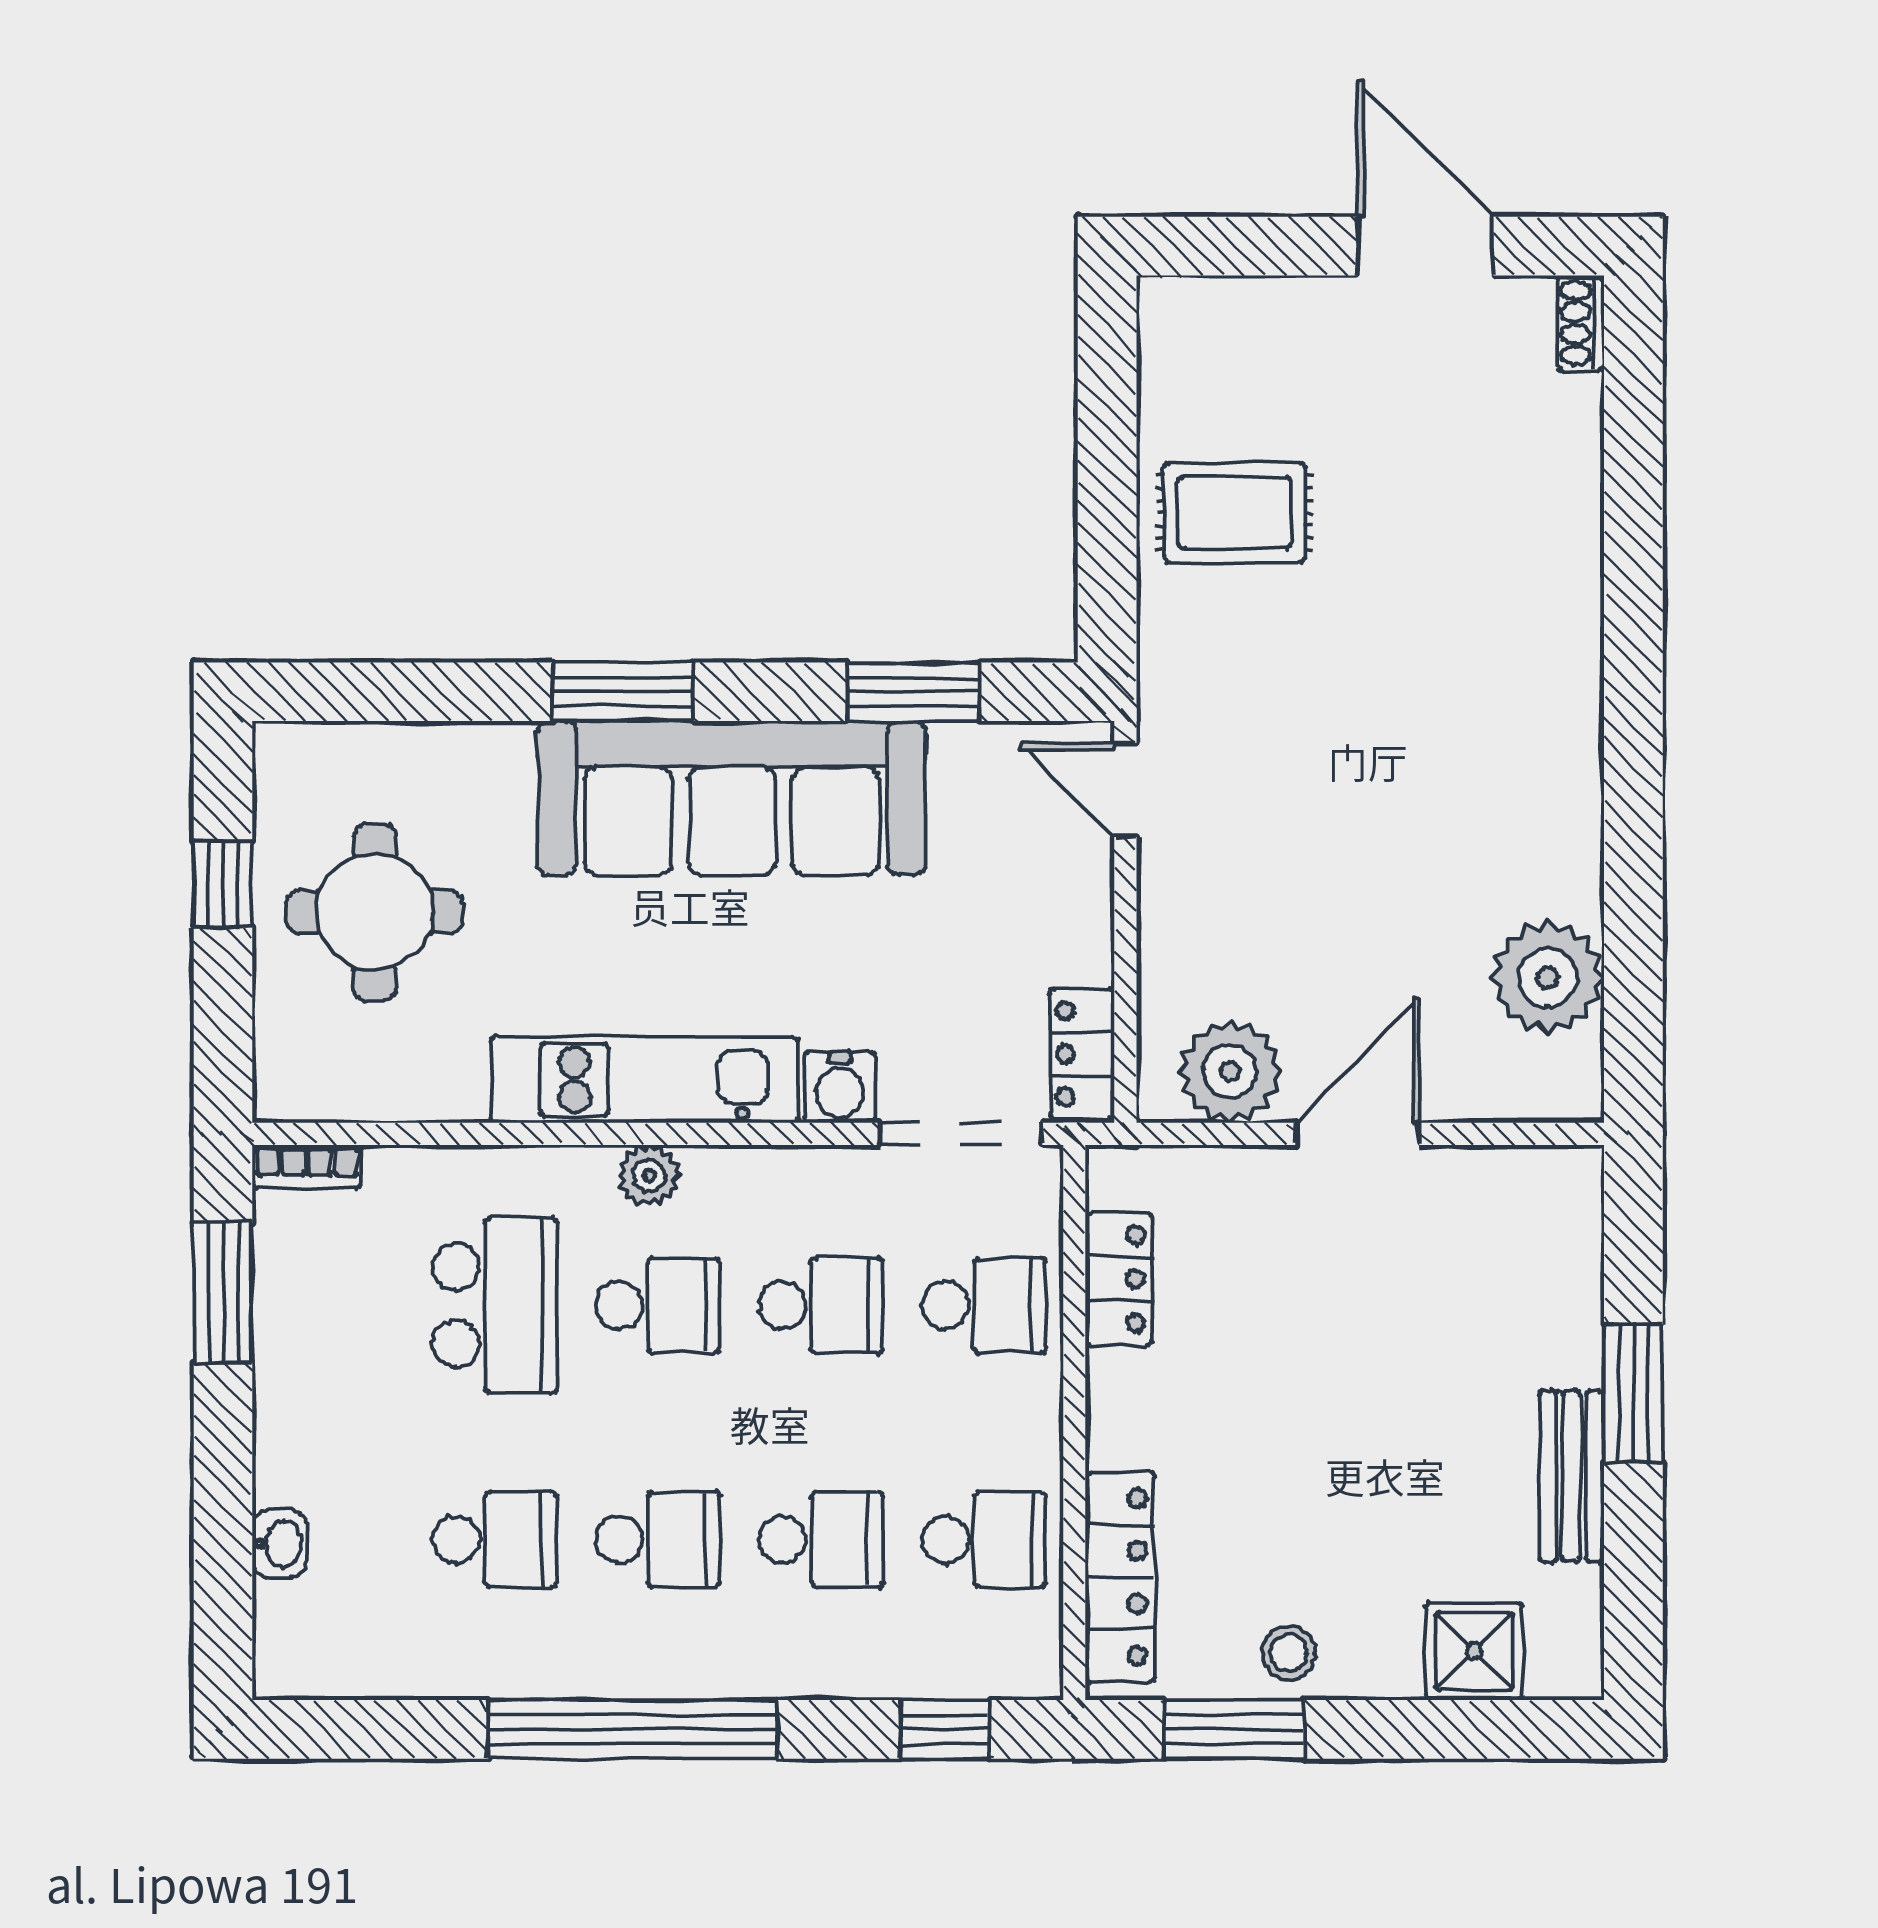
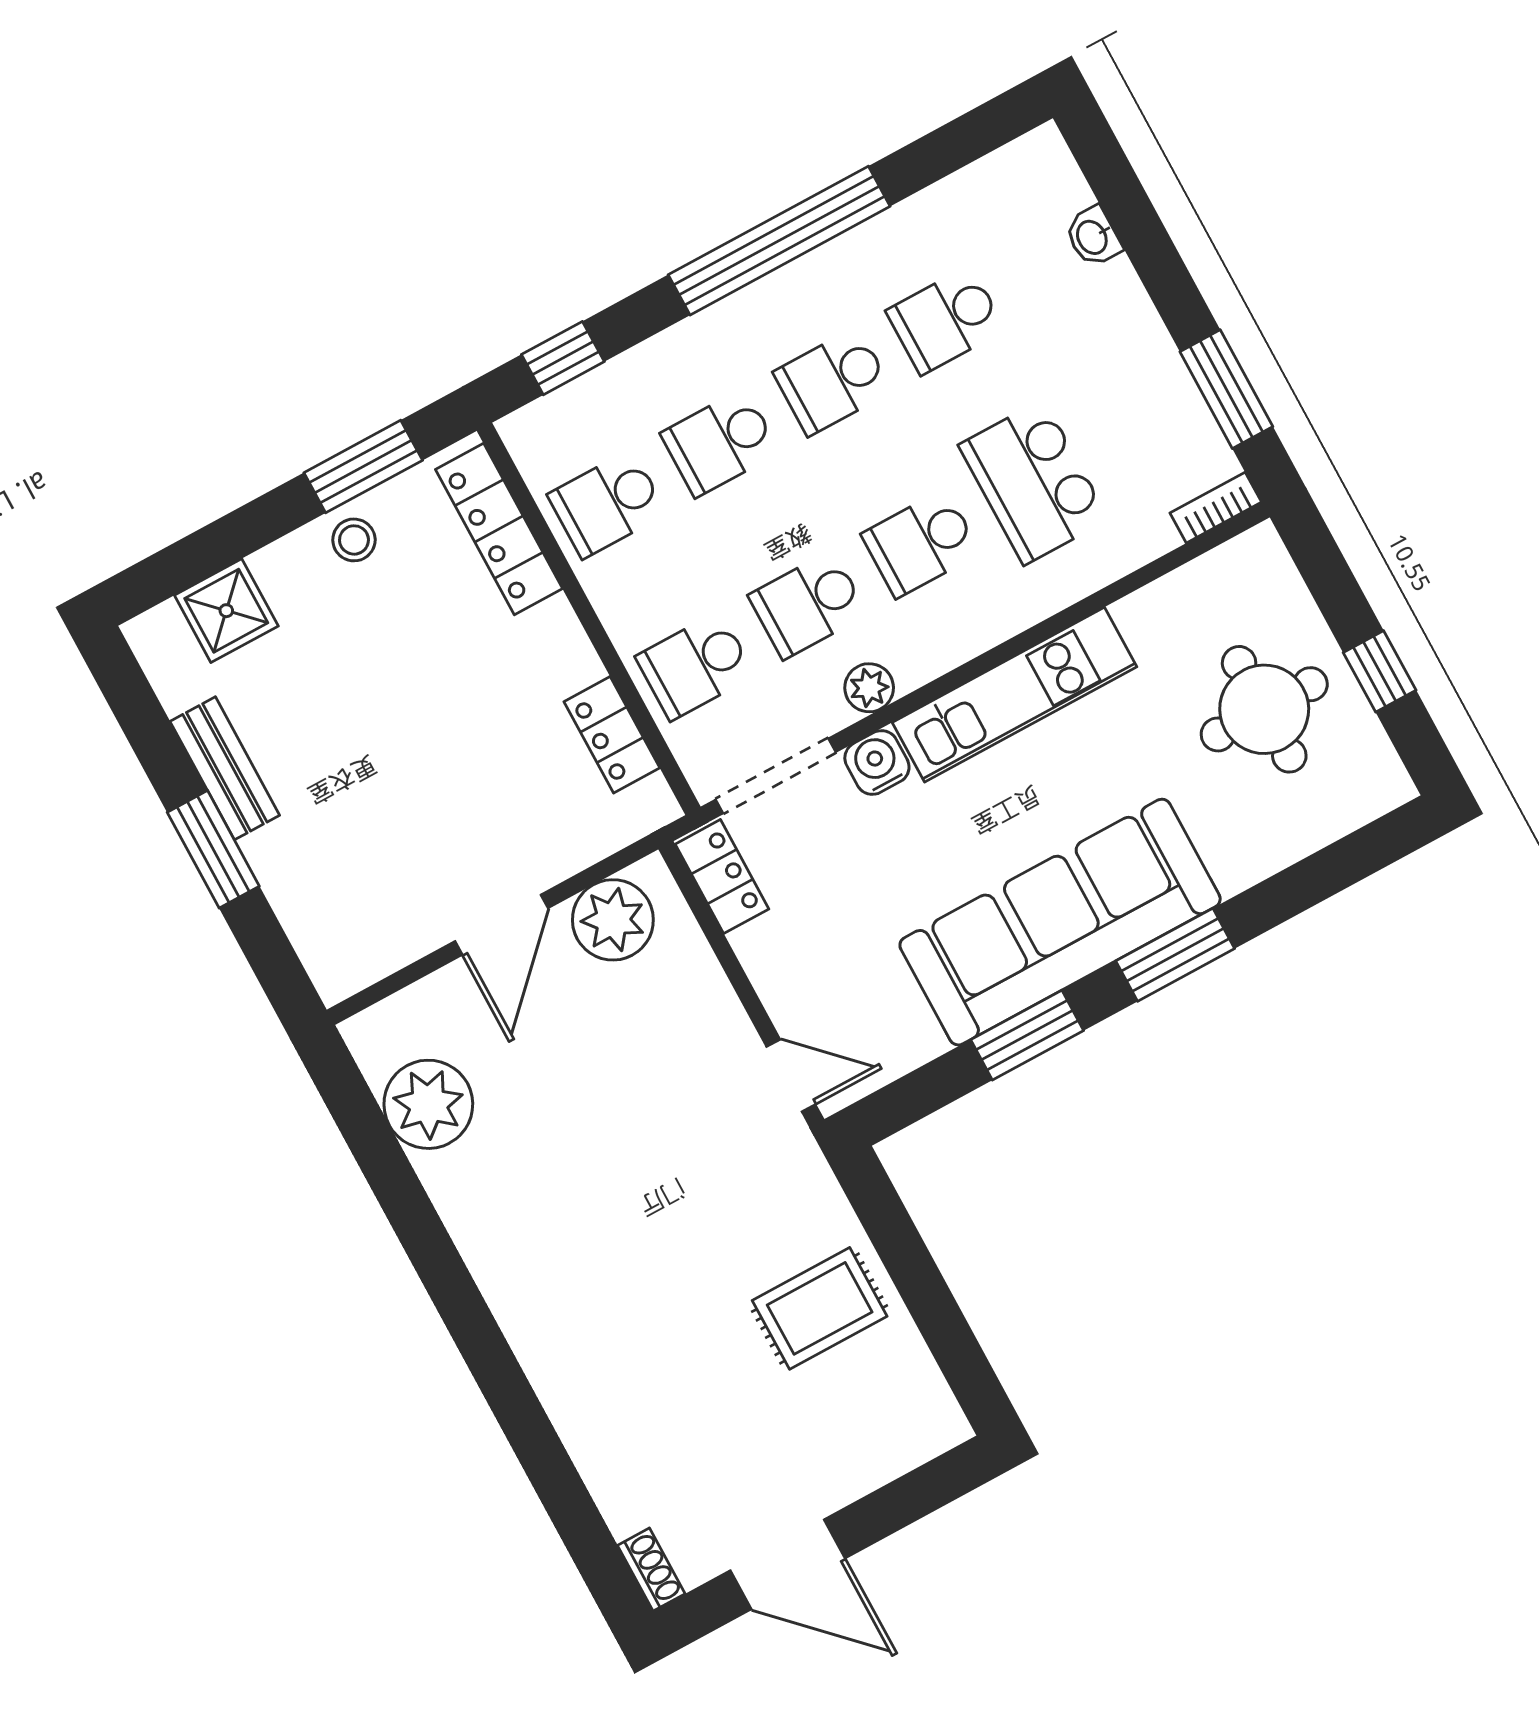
window: (913, 692) -> (1027, 1035), moved
plant: (649, 1176) -> (869, 688), moved

